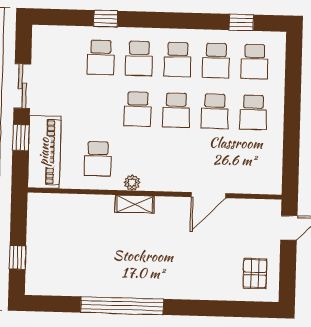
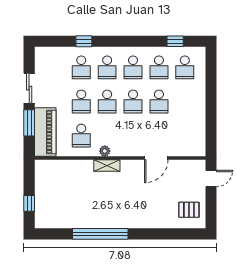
school desk: (253, 112) -> (81, 102), moved
window: (21, 138) -> (29, 123), width x1.50
pallet: (255, 273) -> (189, 210), turned 90

